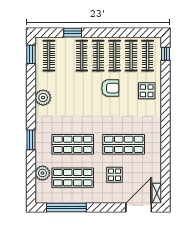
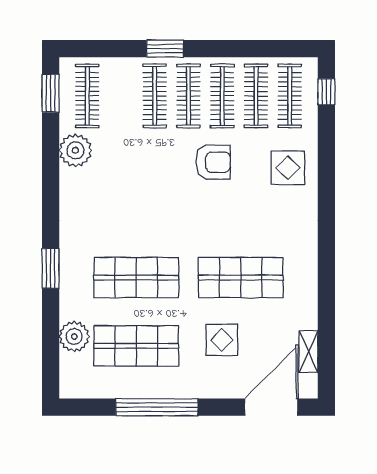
window: (73, 33) -> (165, 49), moved
plant: (43, 98) -> (75, 150), moved
shelving: (157, 193) -> (309, 352), moved
window: (66, 208) -> (157, 407), moved

